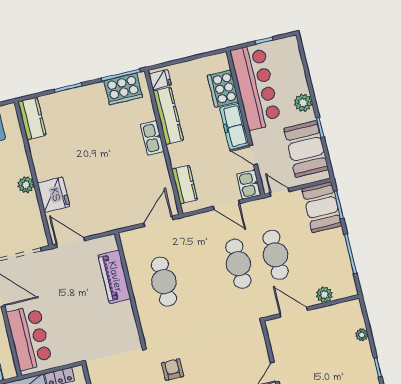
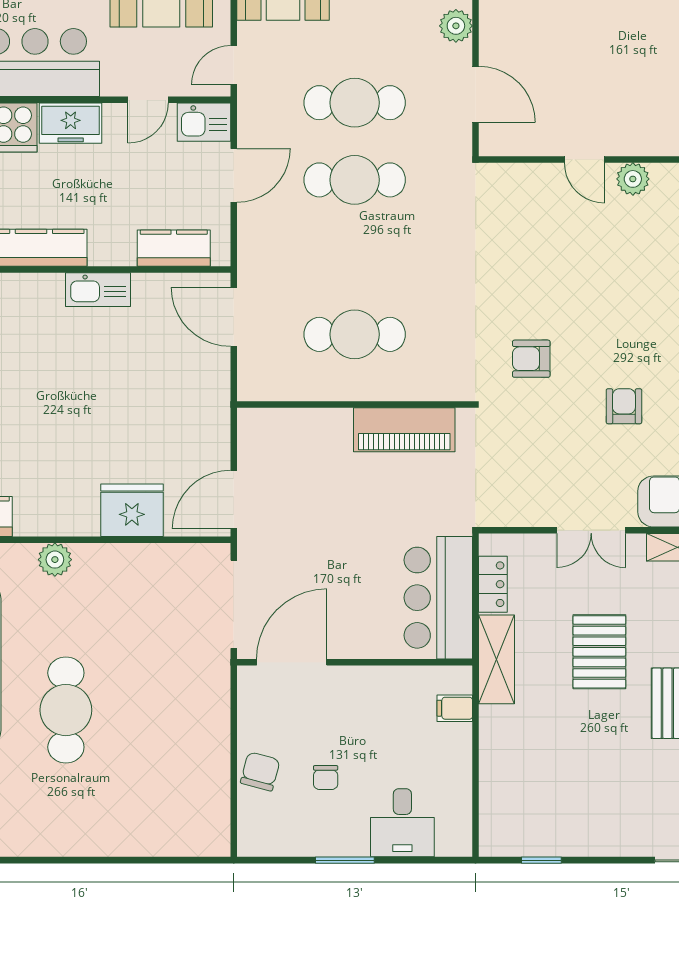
freezer: (234, 126) -> (71, 123), width x0.71
kitchen sink: (152, 138) -> (98, 290), moved
plant: (26, 185) -> (55, 560), moved
piano: (114, 277) -> (404, 430), moved
door: (294, 312) -> (476, 94), swing flipped
bar counter: (29, 338) -> (438, 598), moved, turned -90

